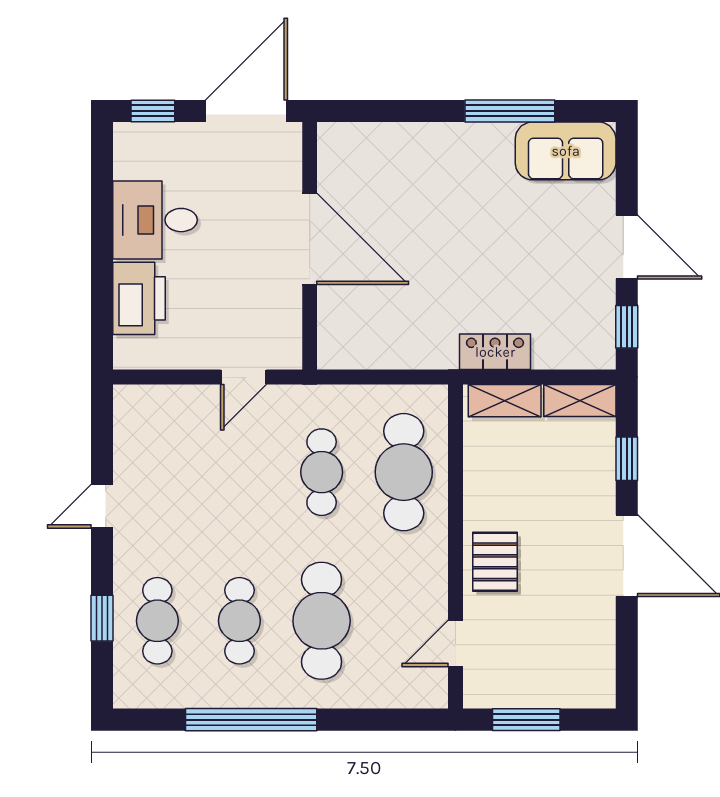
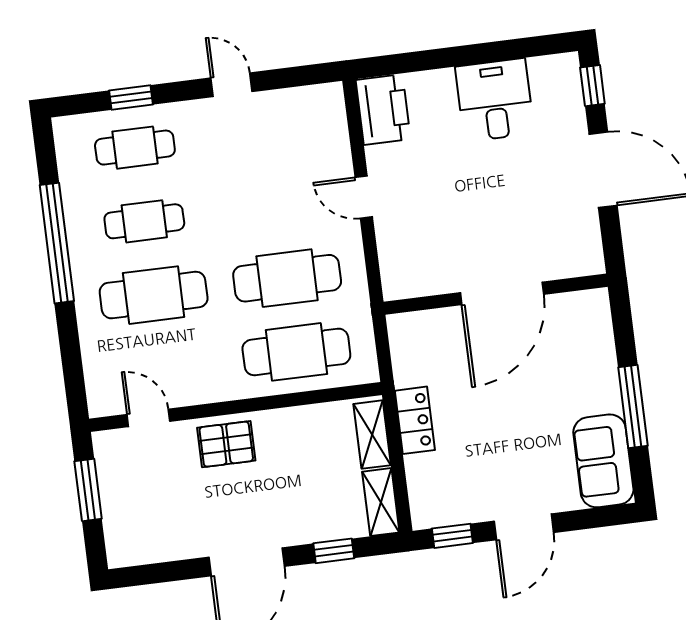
door: (310, 239) -> (502, 293), moved
wall: (310, 246) -> (496, 294), moved
printer: (139, 298) -> (383, 110), moved, turned -90
cafe table: (322, 472) -> (287, 278), width x1.37, depth x1.35

